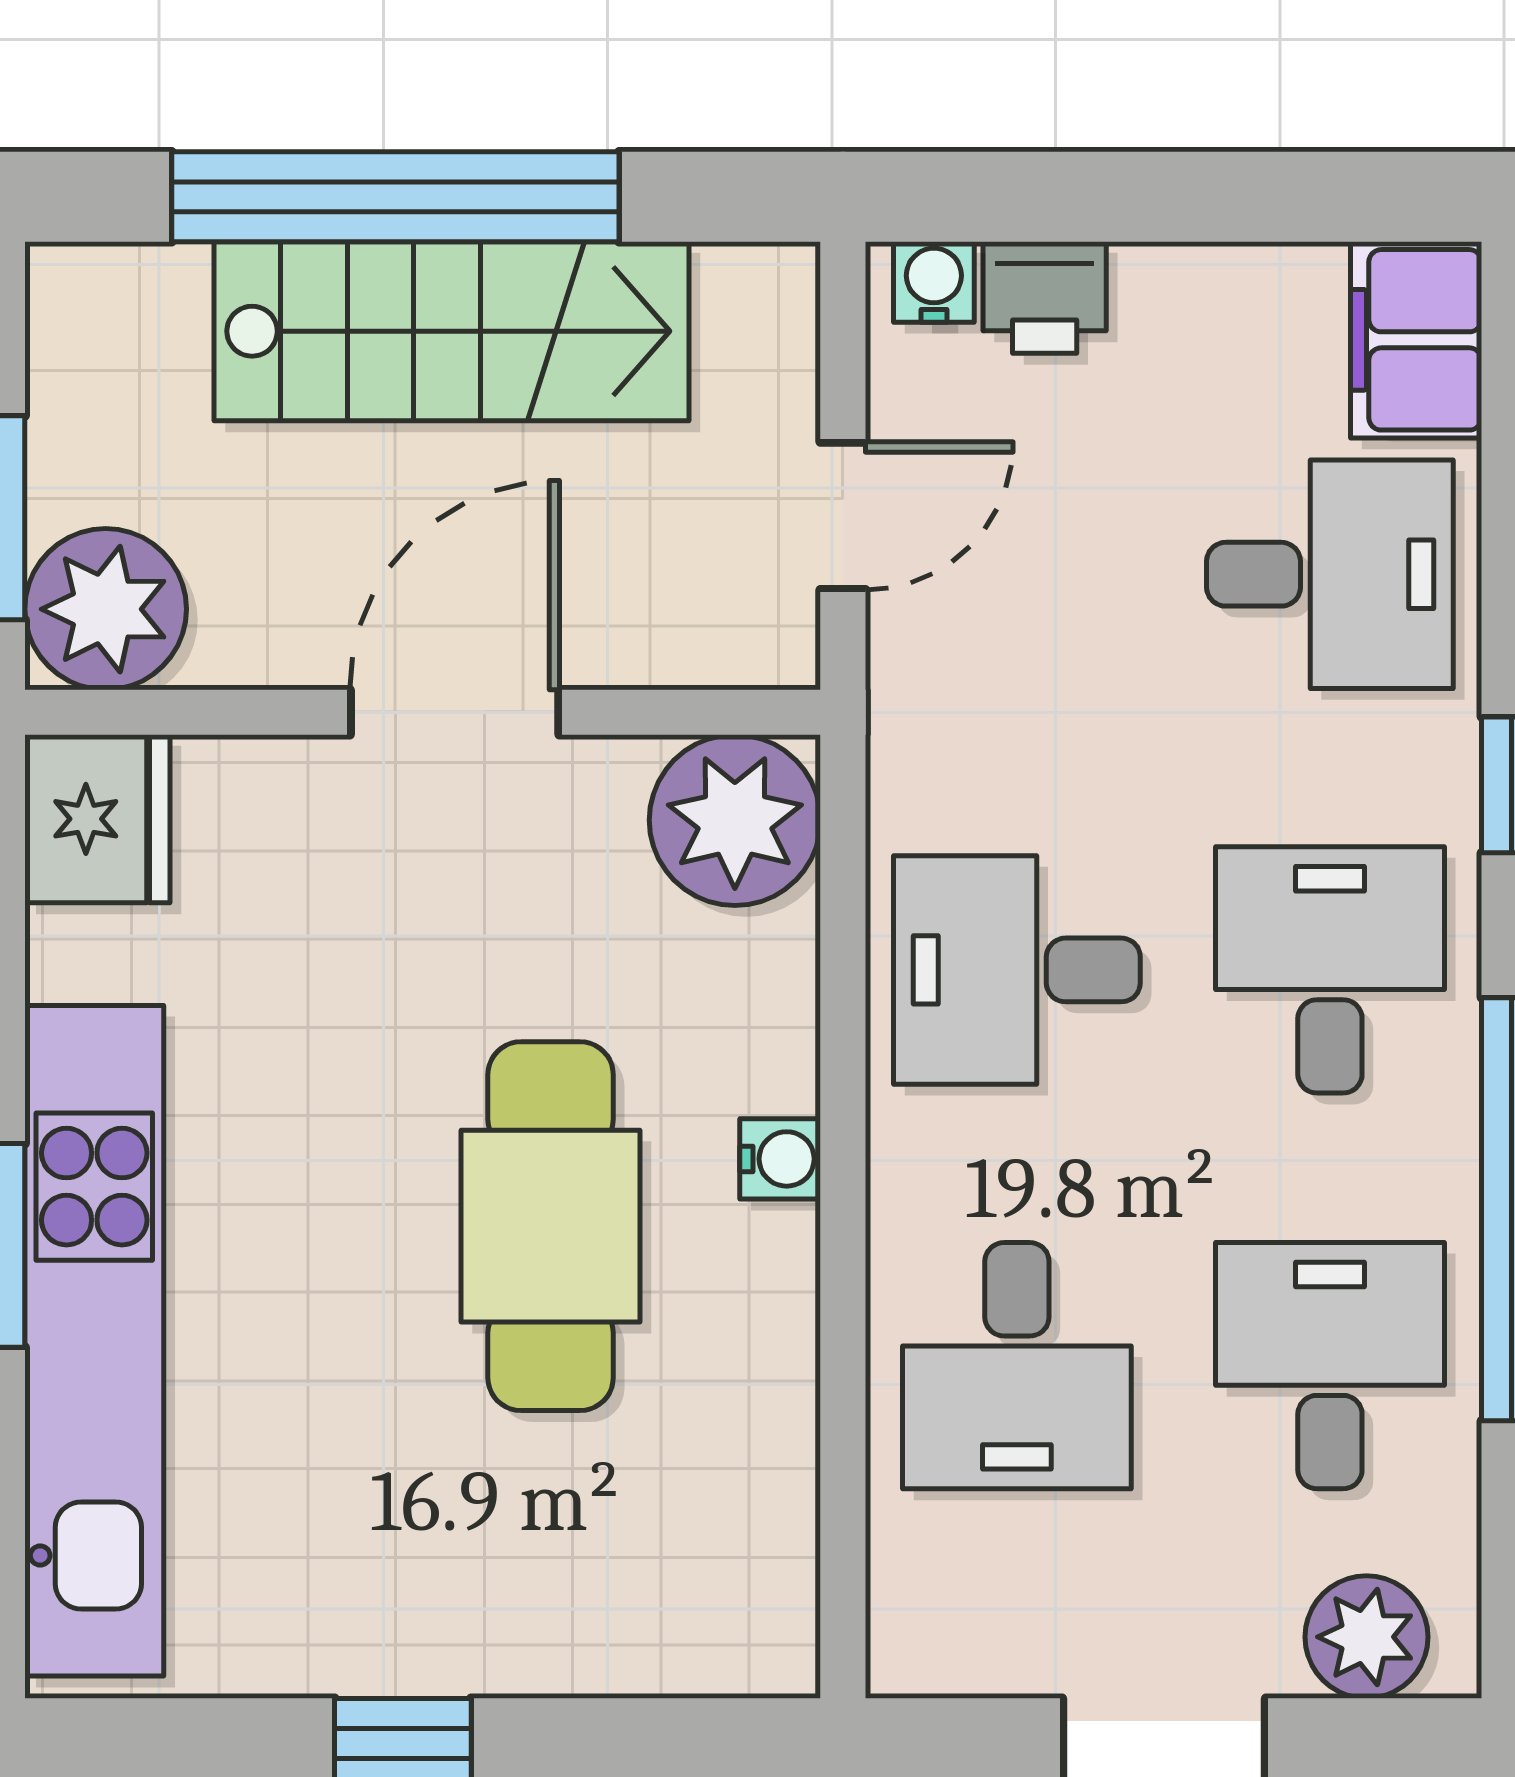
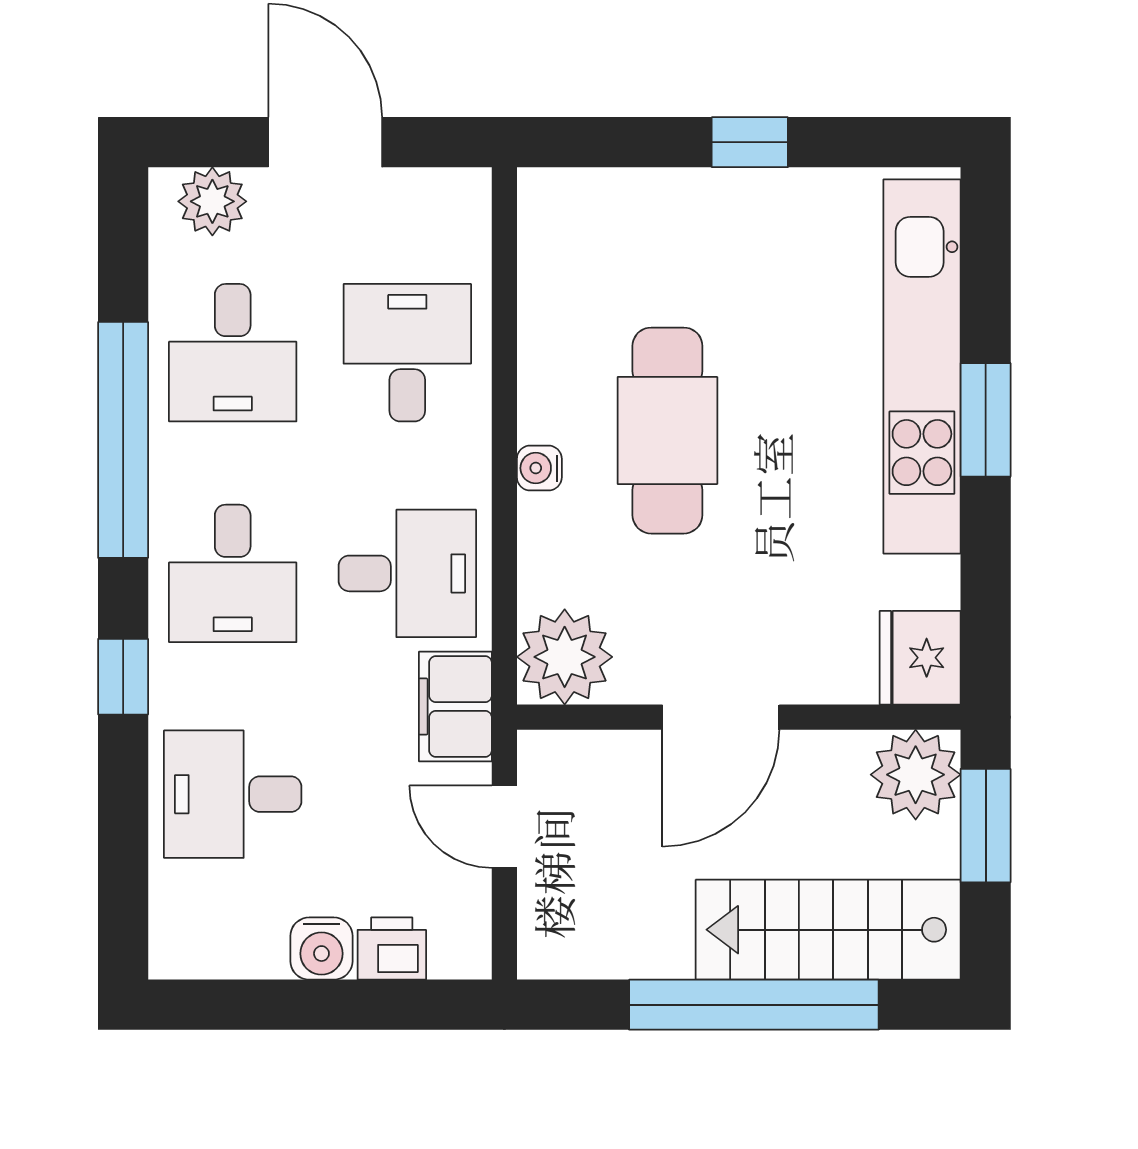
water cooler: (934, 282) -> (321, 949), moved, width x1.38, depth x1.38
stairs: (452, 331) -> (828, 930), moved
filing cabinet: (1416, 340) -> (455, 707), moved, turned 180
door: (843, 516) -> (504, 827), hinge flipped

